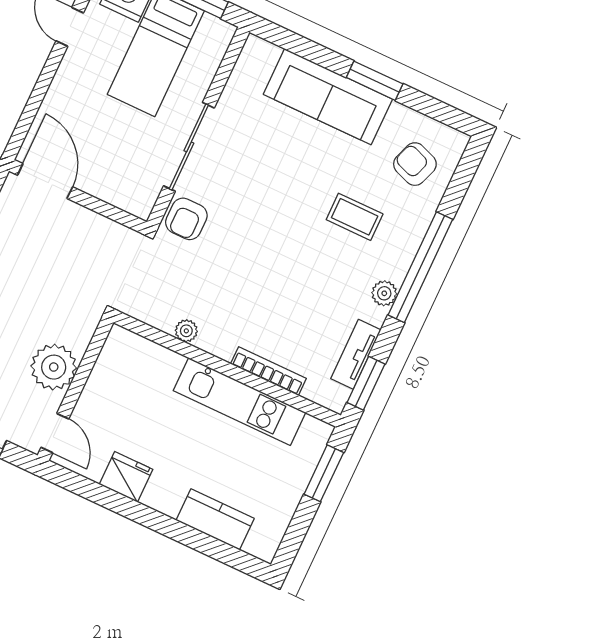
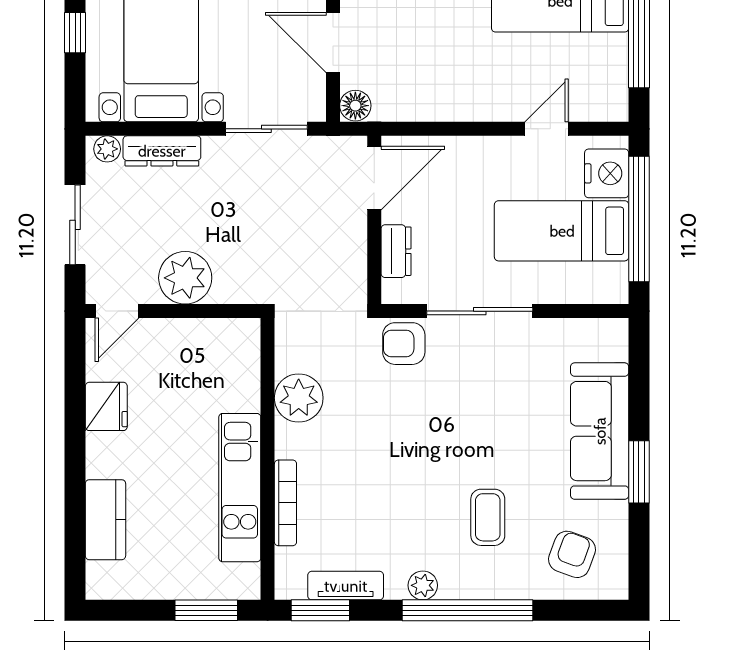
dresser: (111, 191) -> (396, 251), added
plant: (186, 331) -> (299, 398), width x1.88, depth x1.88

